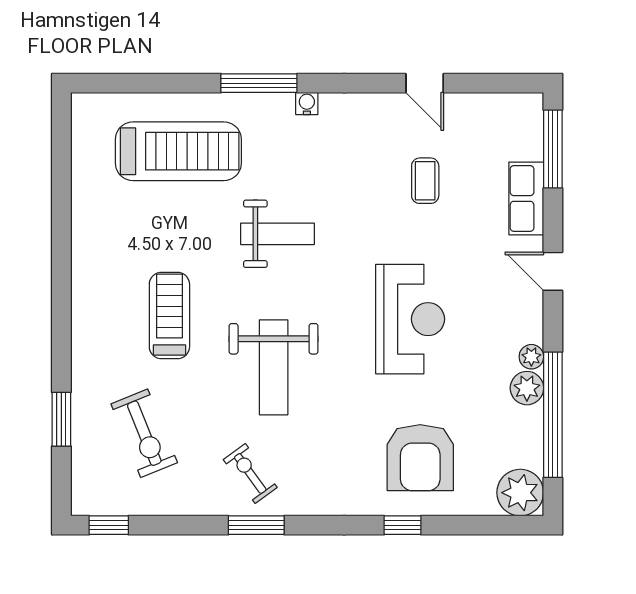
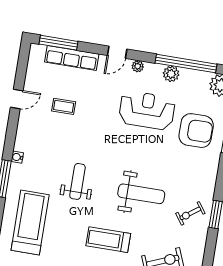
row of seats: (526, 198) -> (72, 58), width x1.48
reception desk: (410, 319) -> (147, 110), moved
plant: (531, 357) -> (138, 66), moved

